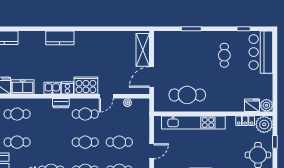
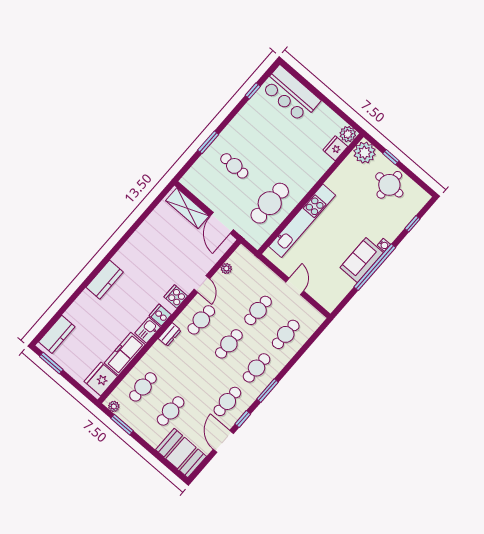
cafe table: (224, 55) -> (234, 166), moved
cooker: (86, 85) -> (176, 296), width x0.53, depth x0.76
freezer: (23, 87) -> (125, 354), width x1.40
locker: (245, 121) -> (345, 168), removed

